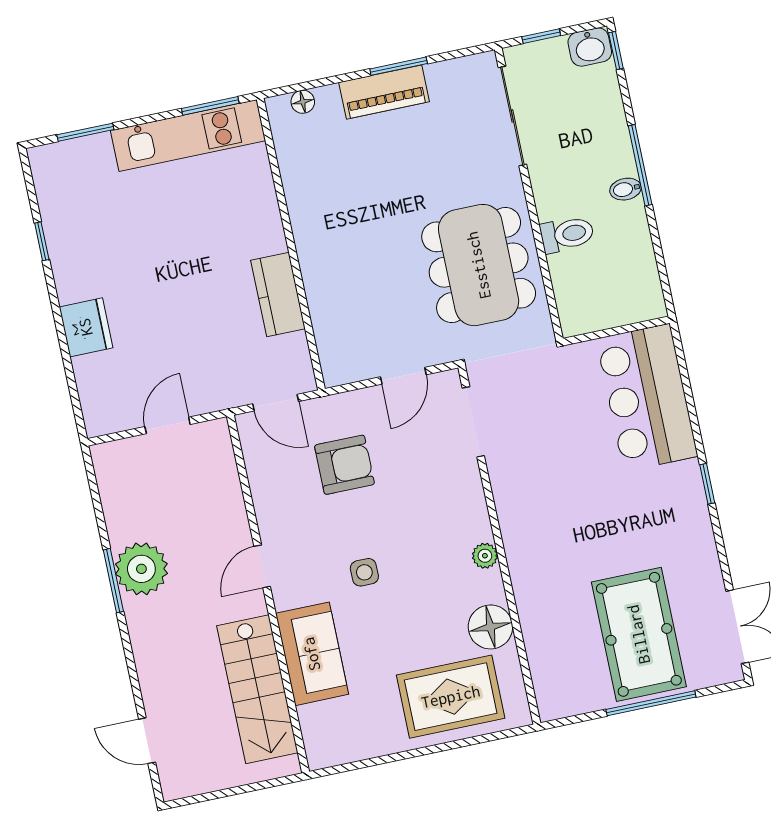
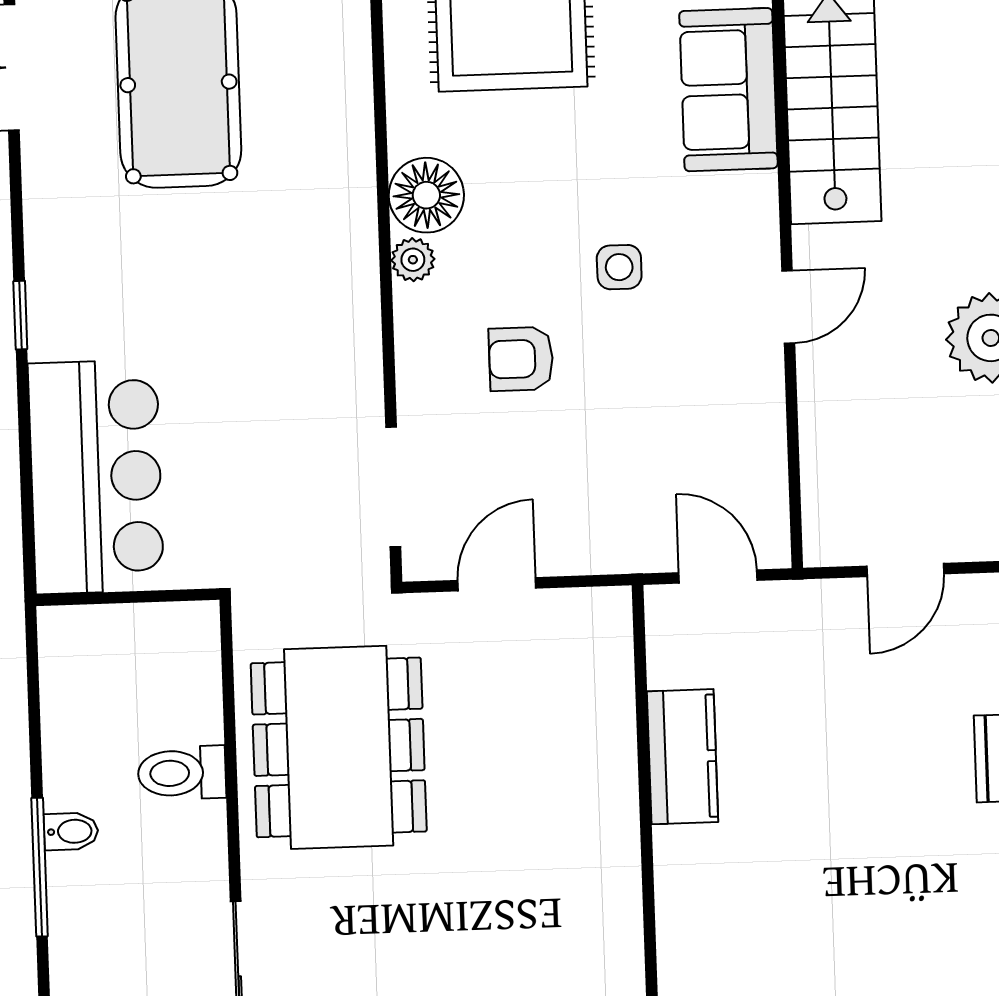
armchair: (344, 465) -> (521, 359), moved, width x0.72, depth x0.72
floor lamp: (490, 627) -> (426, 195), moved
sofa: (312, 654) -> (728, 90), moved

